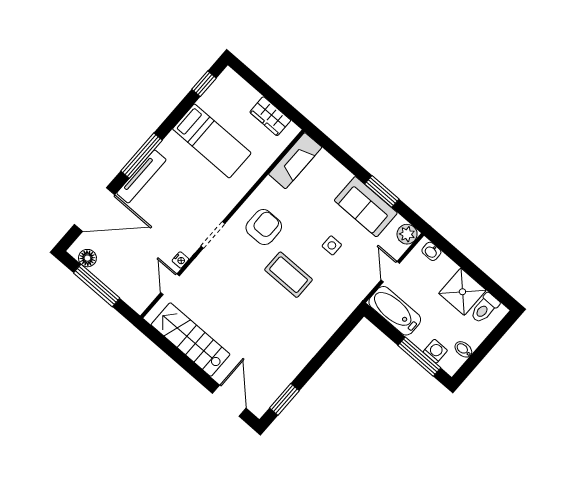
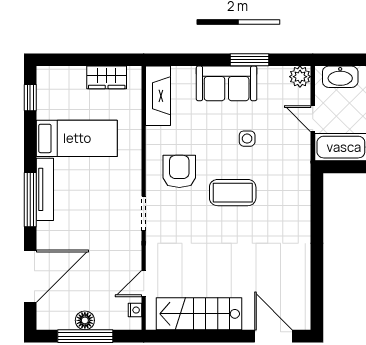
tv unit: (141, 177) -> (45, 189), moved
sofa: (366, 207) -> (227, 83), moved
washbasin: (431, 251) -> (340, 77), width x1.91, depth x1.45
floor lamp: (87, 258) -> (85, 320), moved
nightstand: (180, 260) -> (135, 310), moved
door: (170, 284) -> (144, 284), hinge flipped
window: (284, 399) -> (317, 296), removed

